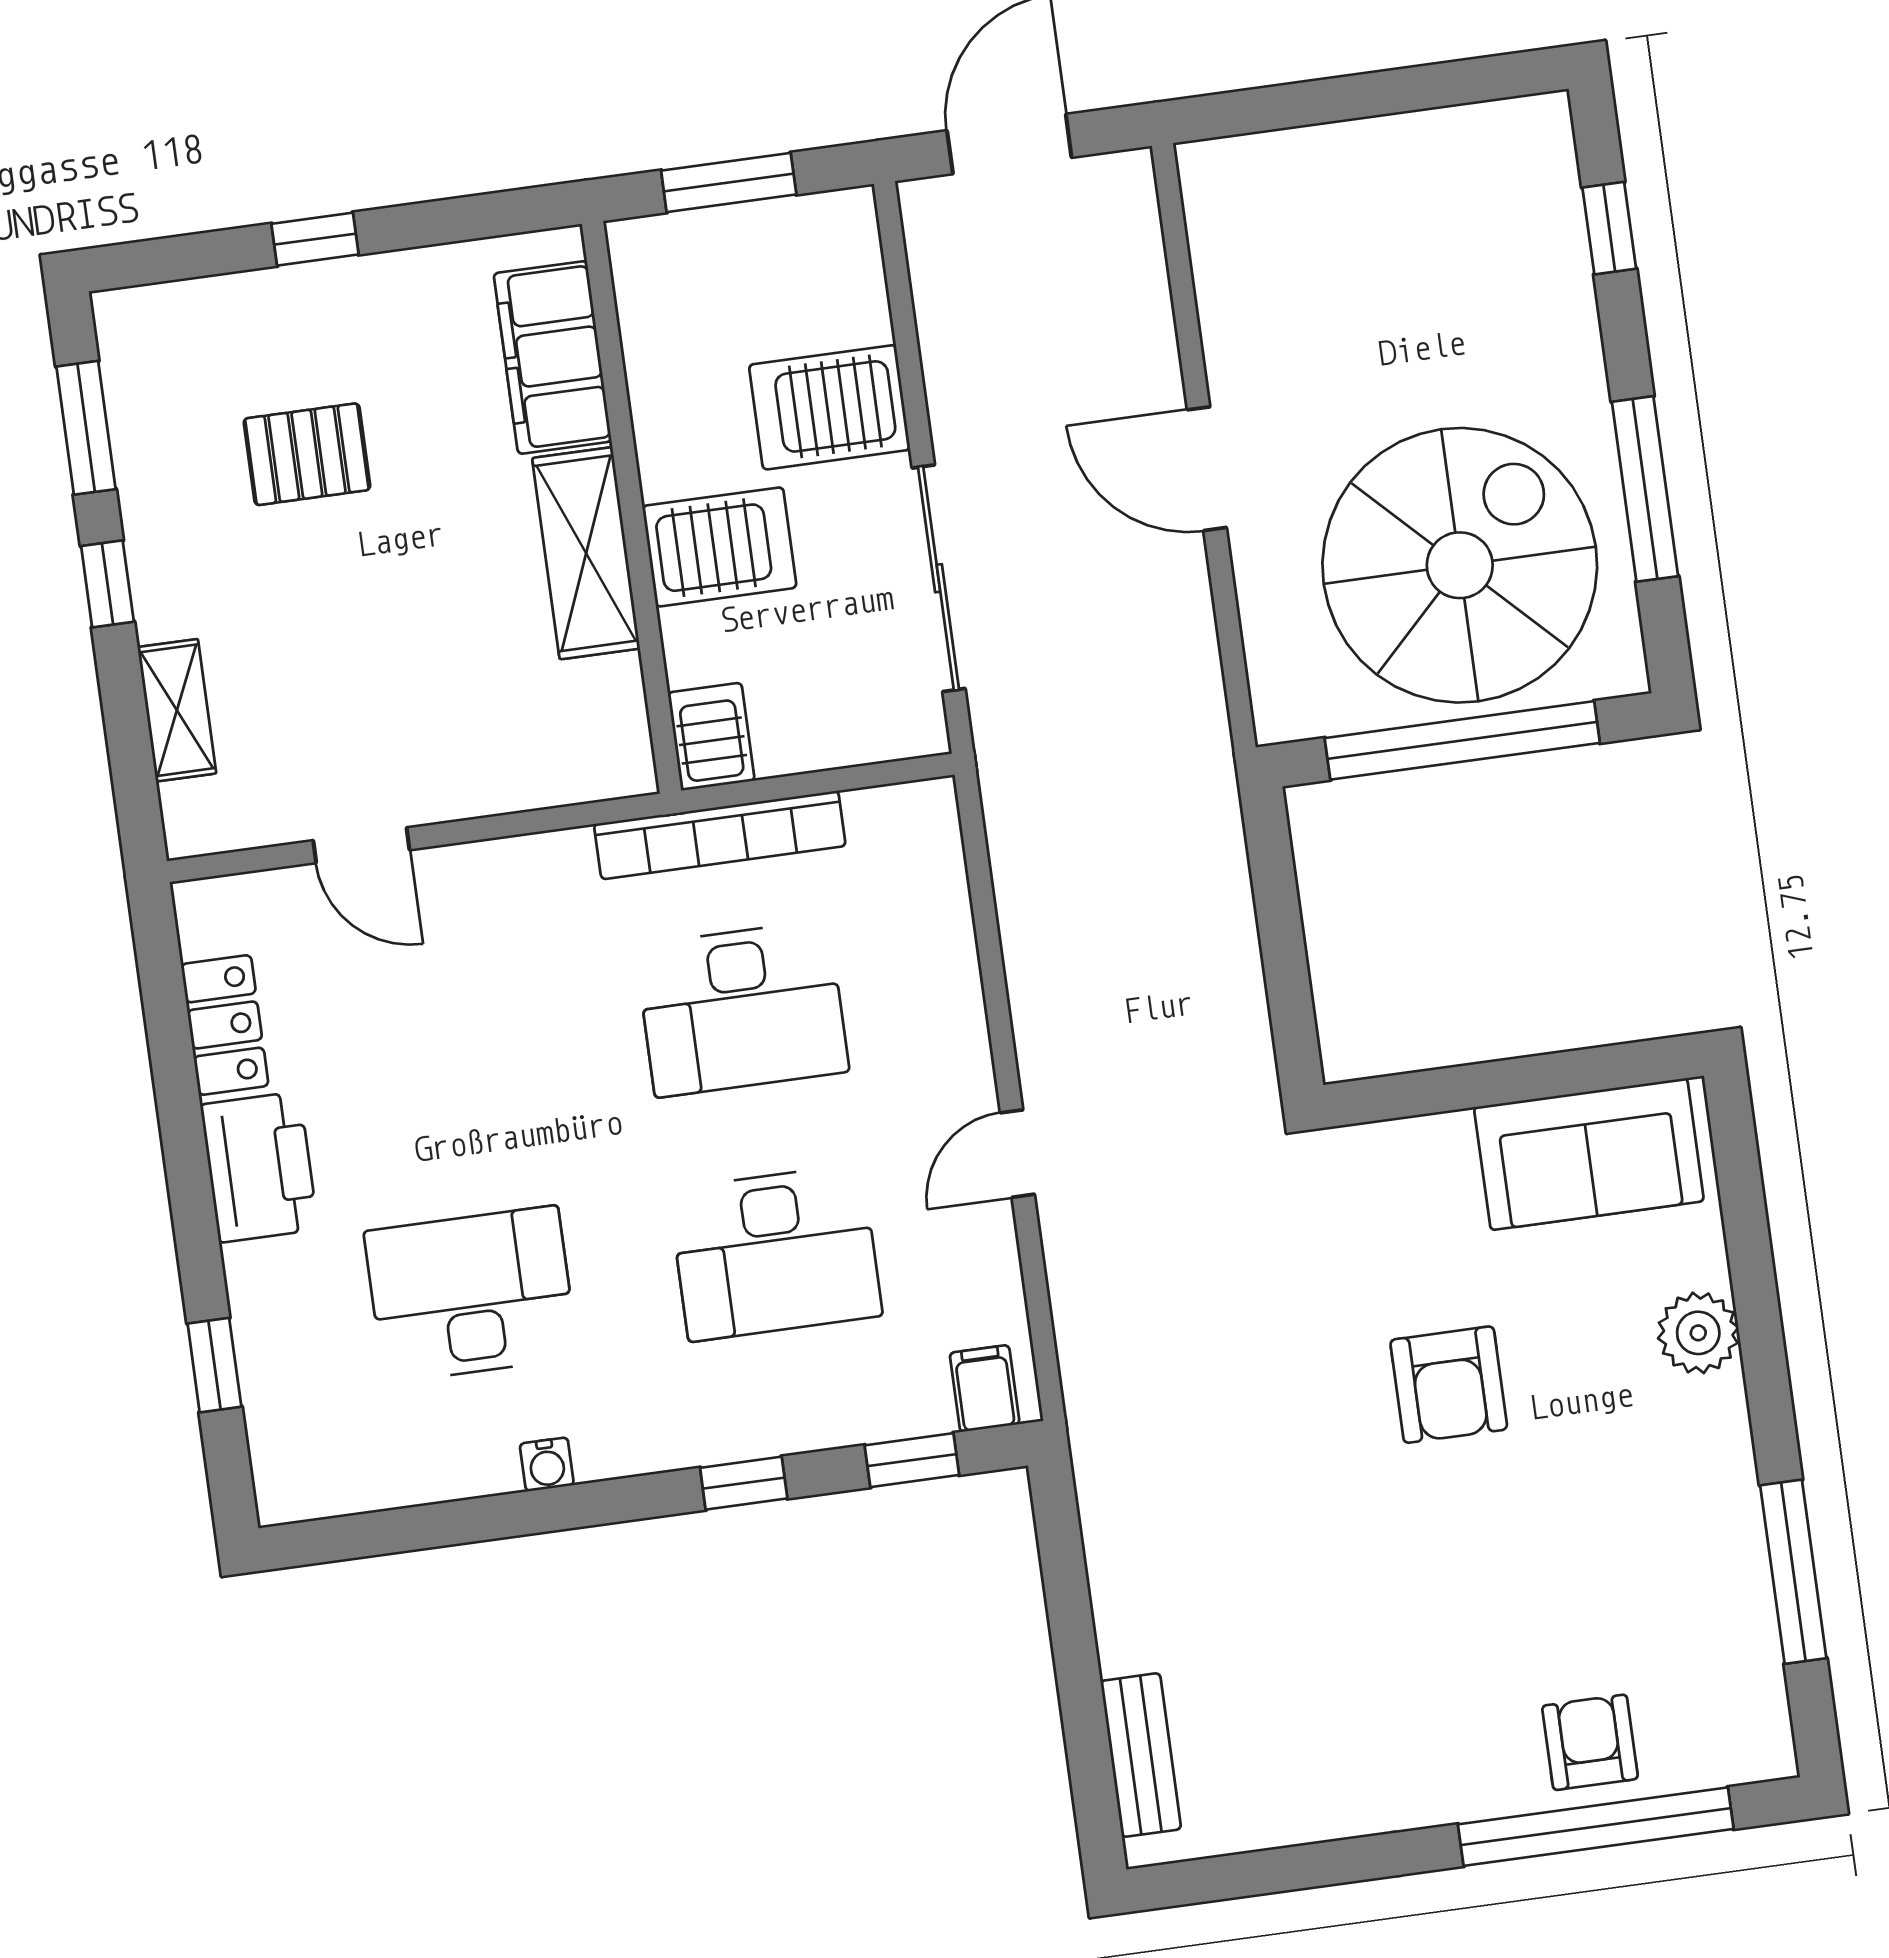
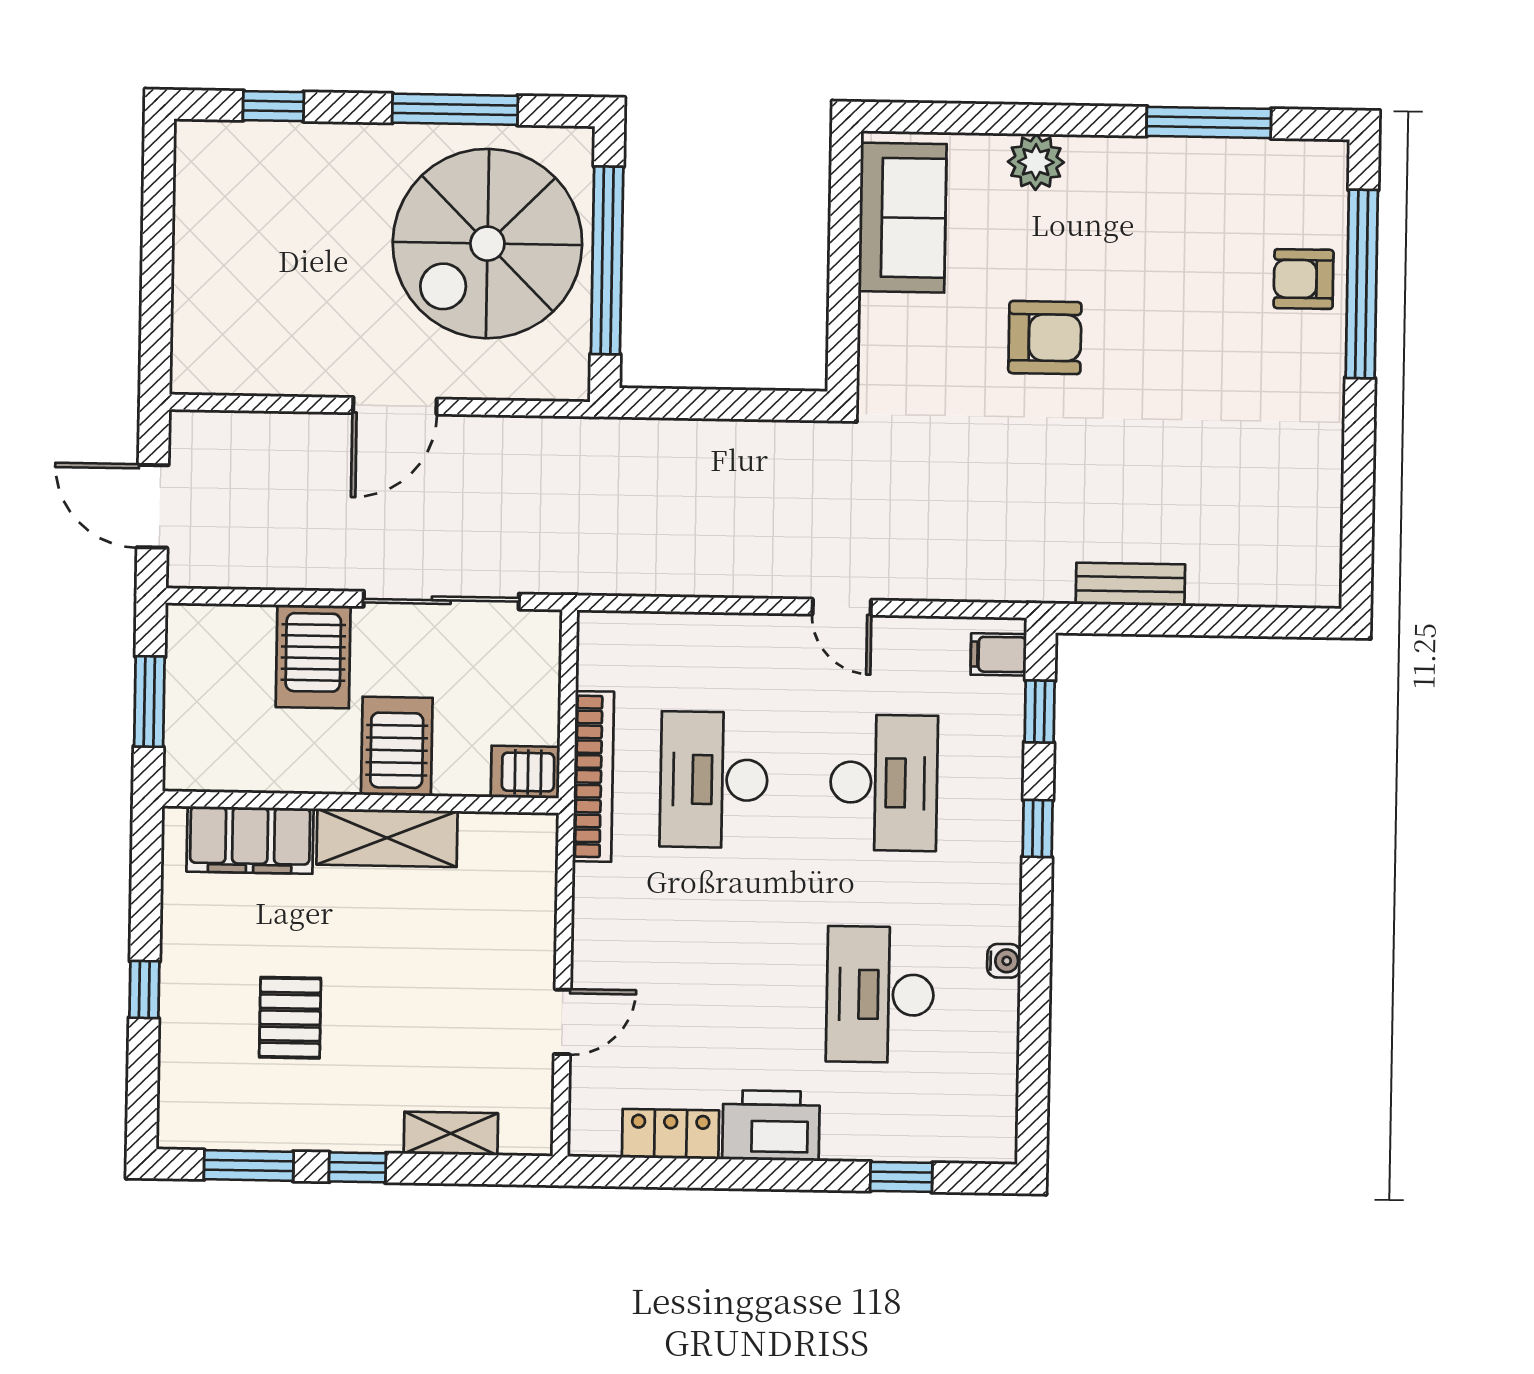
spiral stairs: (1460, 565) -> (487, 244), turned -90
desk: (742, 1009) -> (714, 780), turned 180
bench: (1141, 1755) -> (1130, 584), moved

